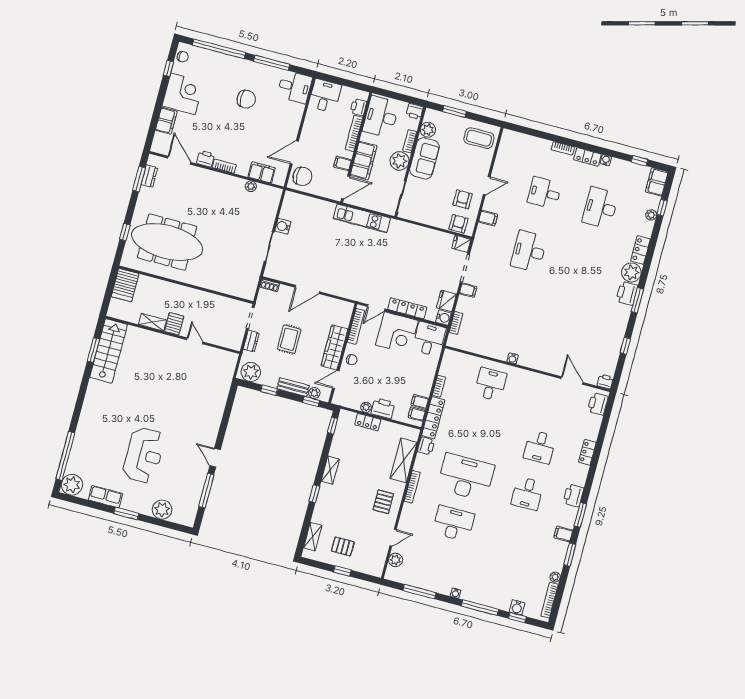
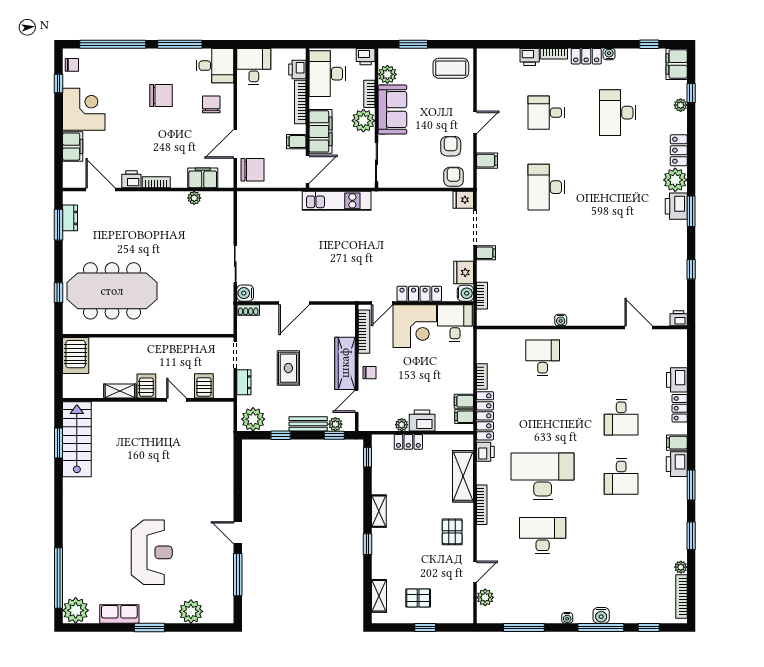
chair: (284, 117) -> (211, 104), added
printer: (543, 146) -> (530, 57), added
water cooler: (283, 226) -> (245, 293), moved
server rack: (219, 336) -> (204, 386), added
printer: (598, 404) -> (677, 380), moved
filing cabinet: (563, 534) -> (677, 443), moved
water cooler: (517, 607) -> (601, 615), moved

